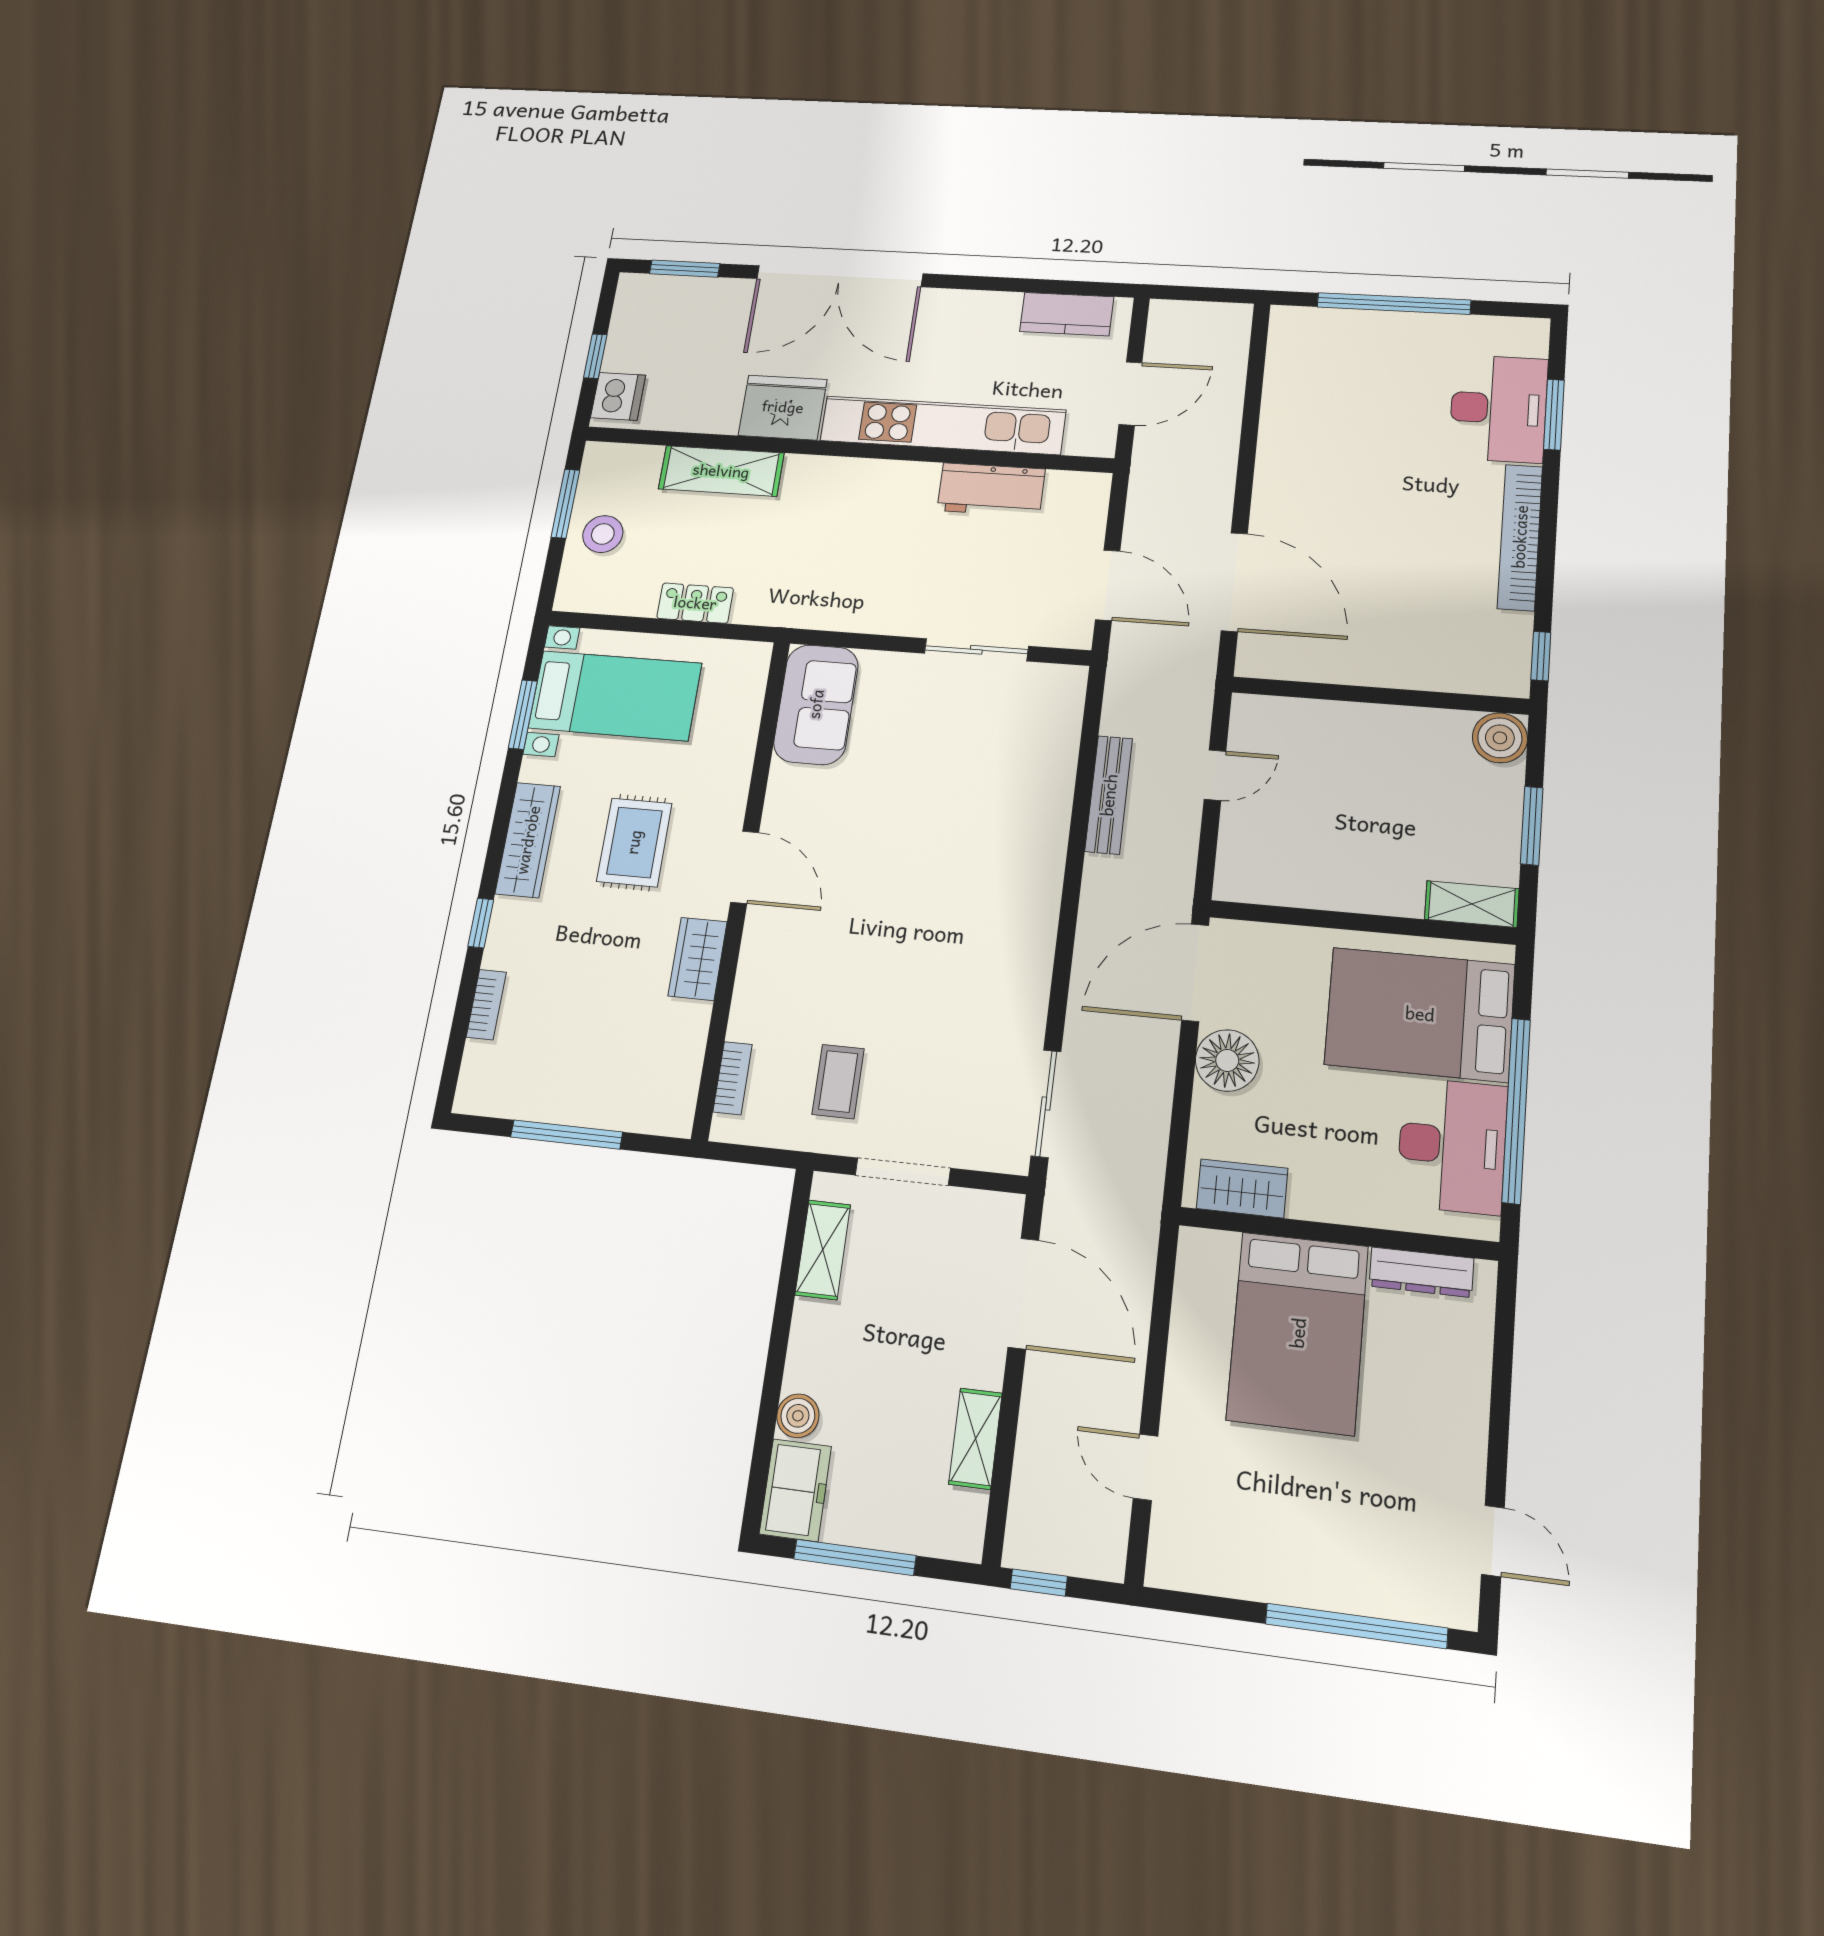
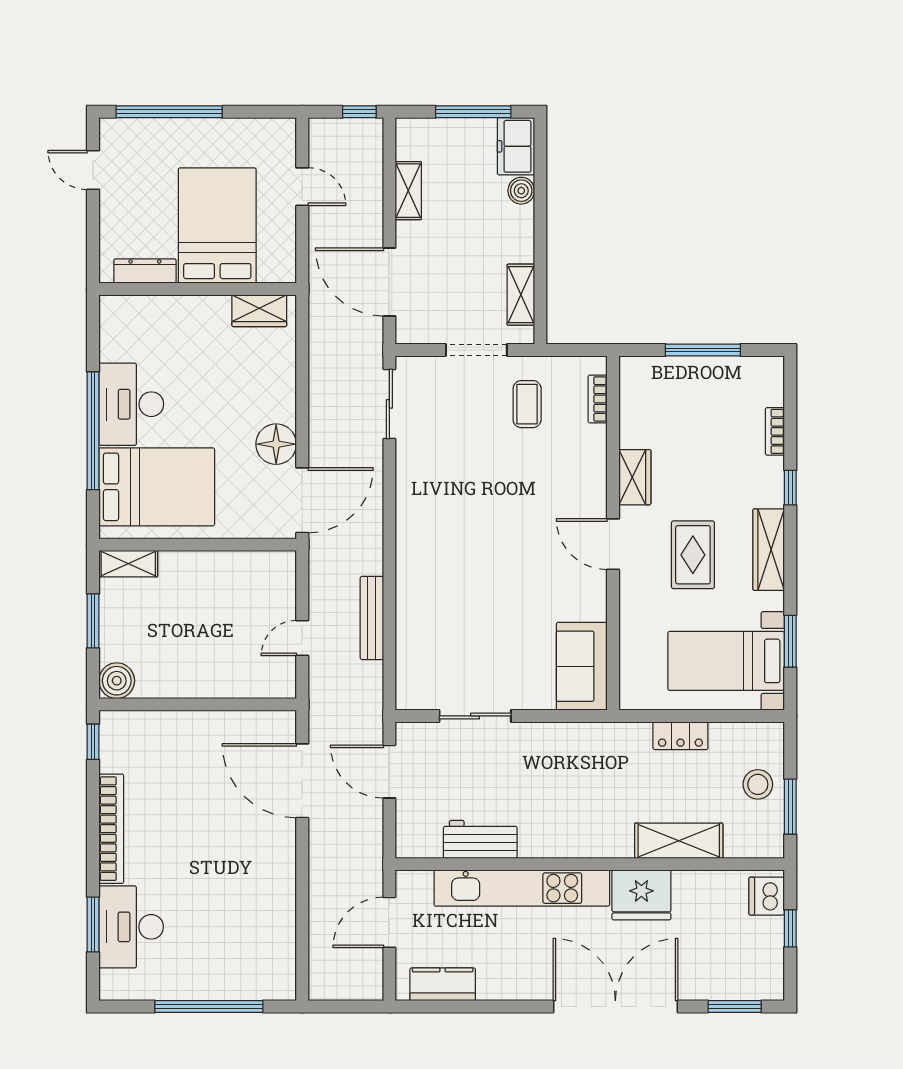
wardrobe: (1242, 1188) -> (259, 311), moved
wall: (1338, 1234) -> (198, 289), moved
dresser: (1421, 1272) -> (145, 271), moved
bed: (1298, 1333) -> (217, 225), moved

